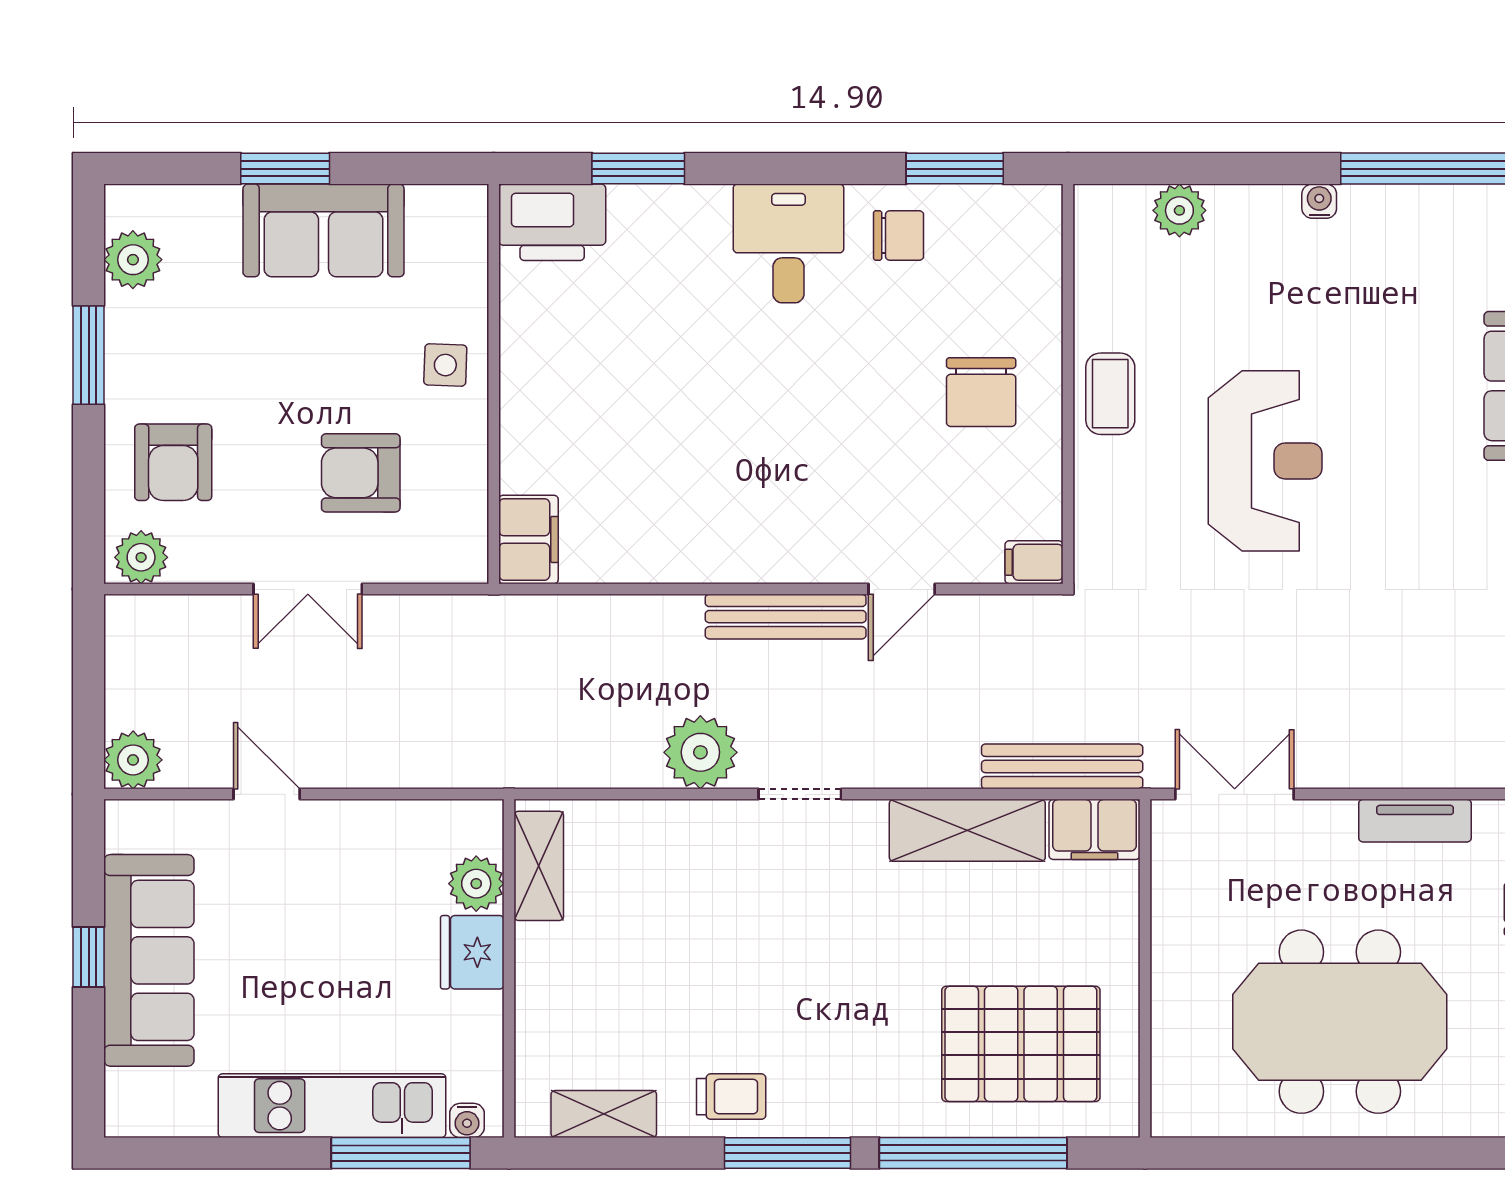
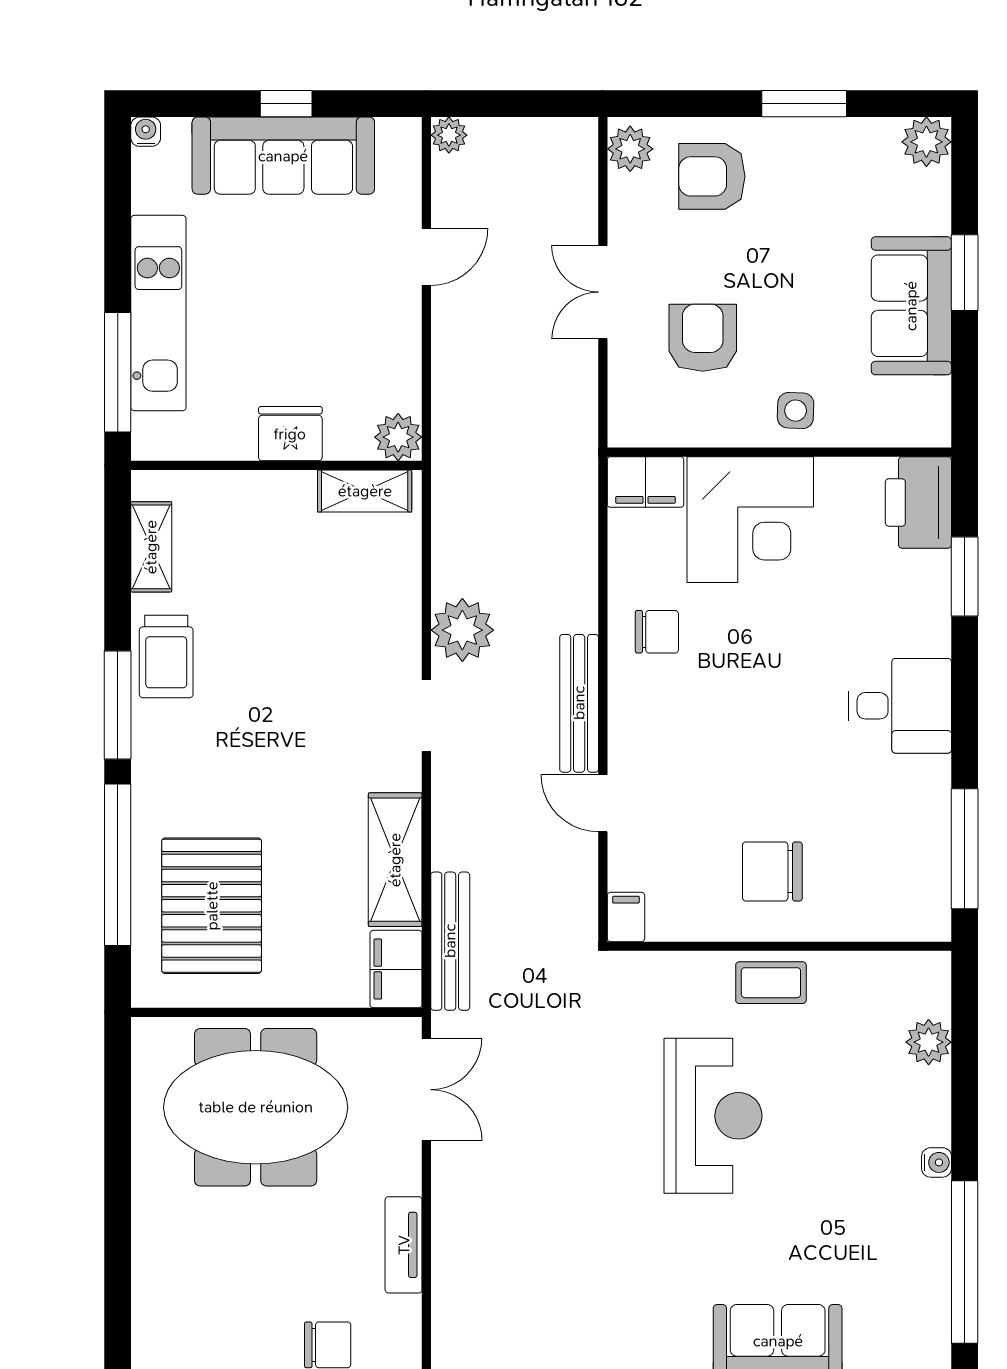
window: (955, 169) -> (965, 849), width x1.44
chair: (899, 236) -> (657, 632), moved, turned -90
plant: (133, 260) -> (926, 142), moved
corner desk: (572, 418) -> (750, 520), added
reception desk: (1265, 461) -> (713, 1116), turned -90
plant: (133, 760) -> (449, 135), width x0.73, depth x0.73
plant: (476, 884) -> (398, 437), moved
meeting table: (1340, 1022) -> (256, 1107), moved, turned 90
trolley: (731, 1097) -> (166, 657), width x1.36, depth x1.39
water cooler: (467, 1120) -> (146, 132), moved, turned 90

